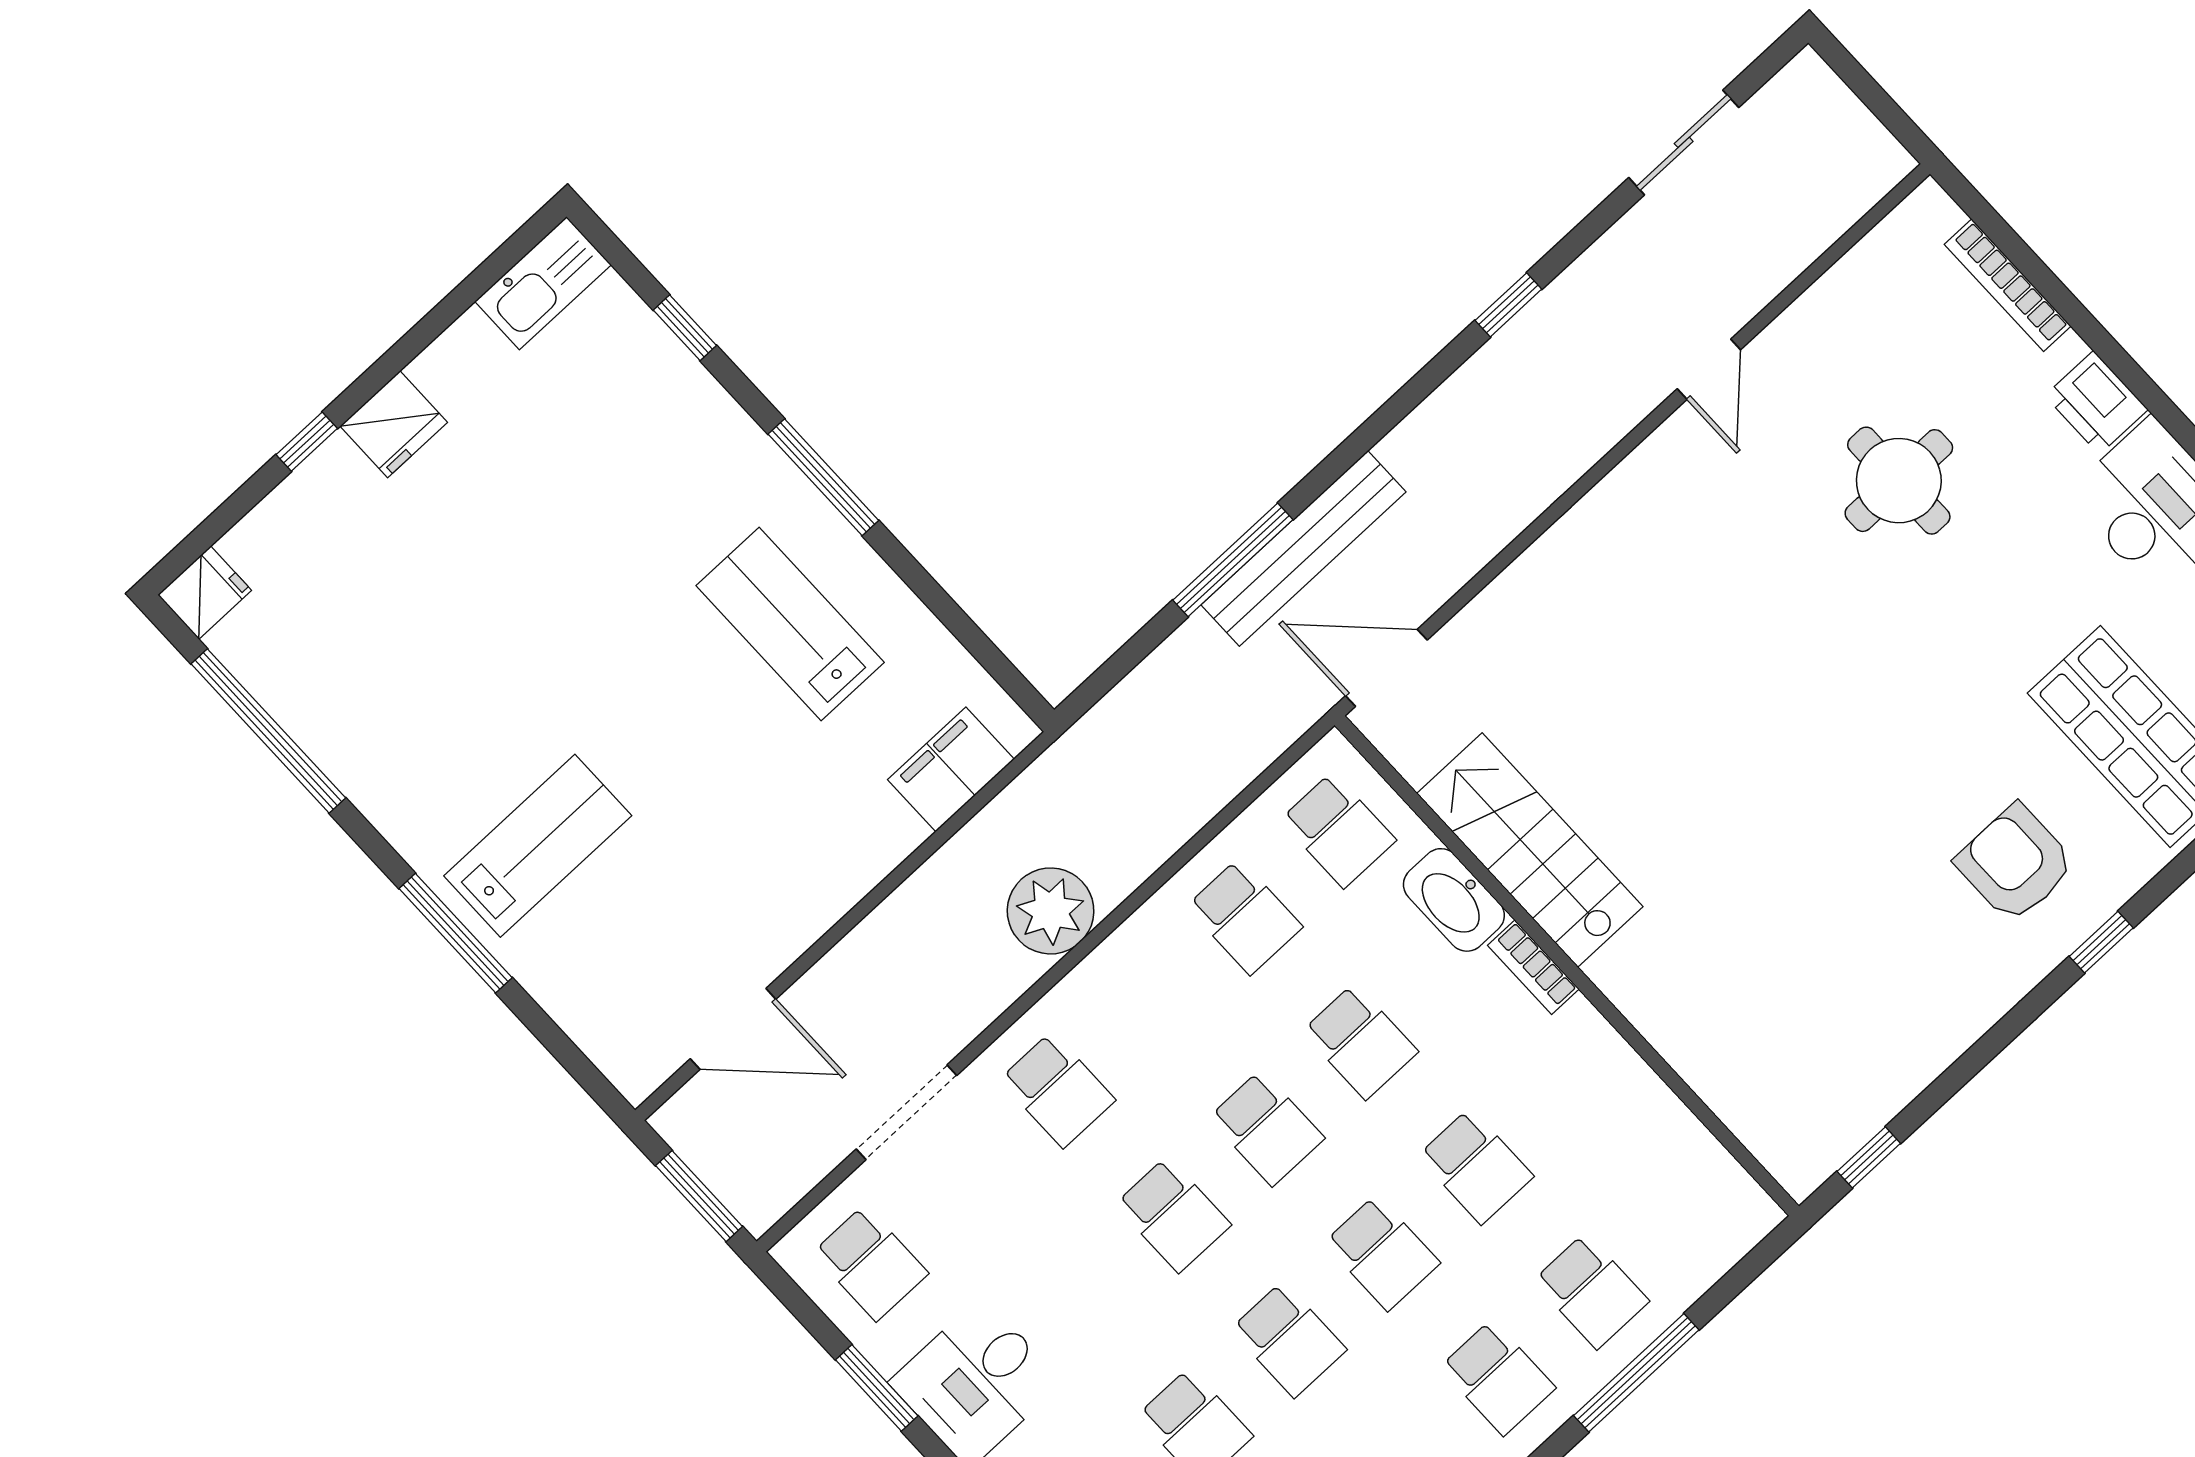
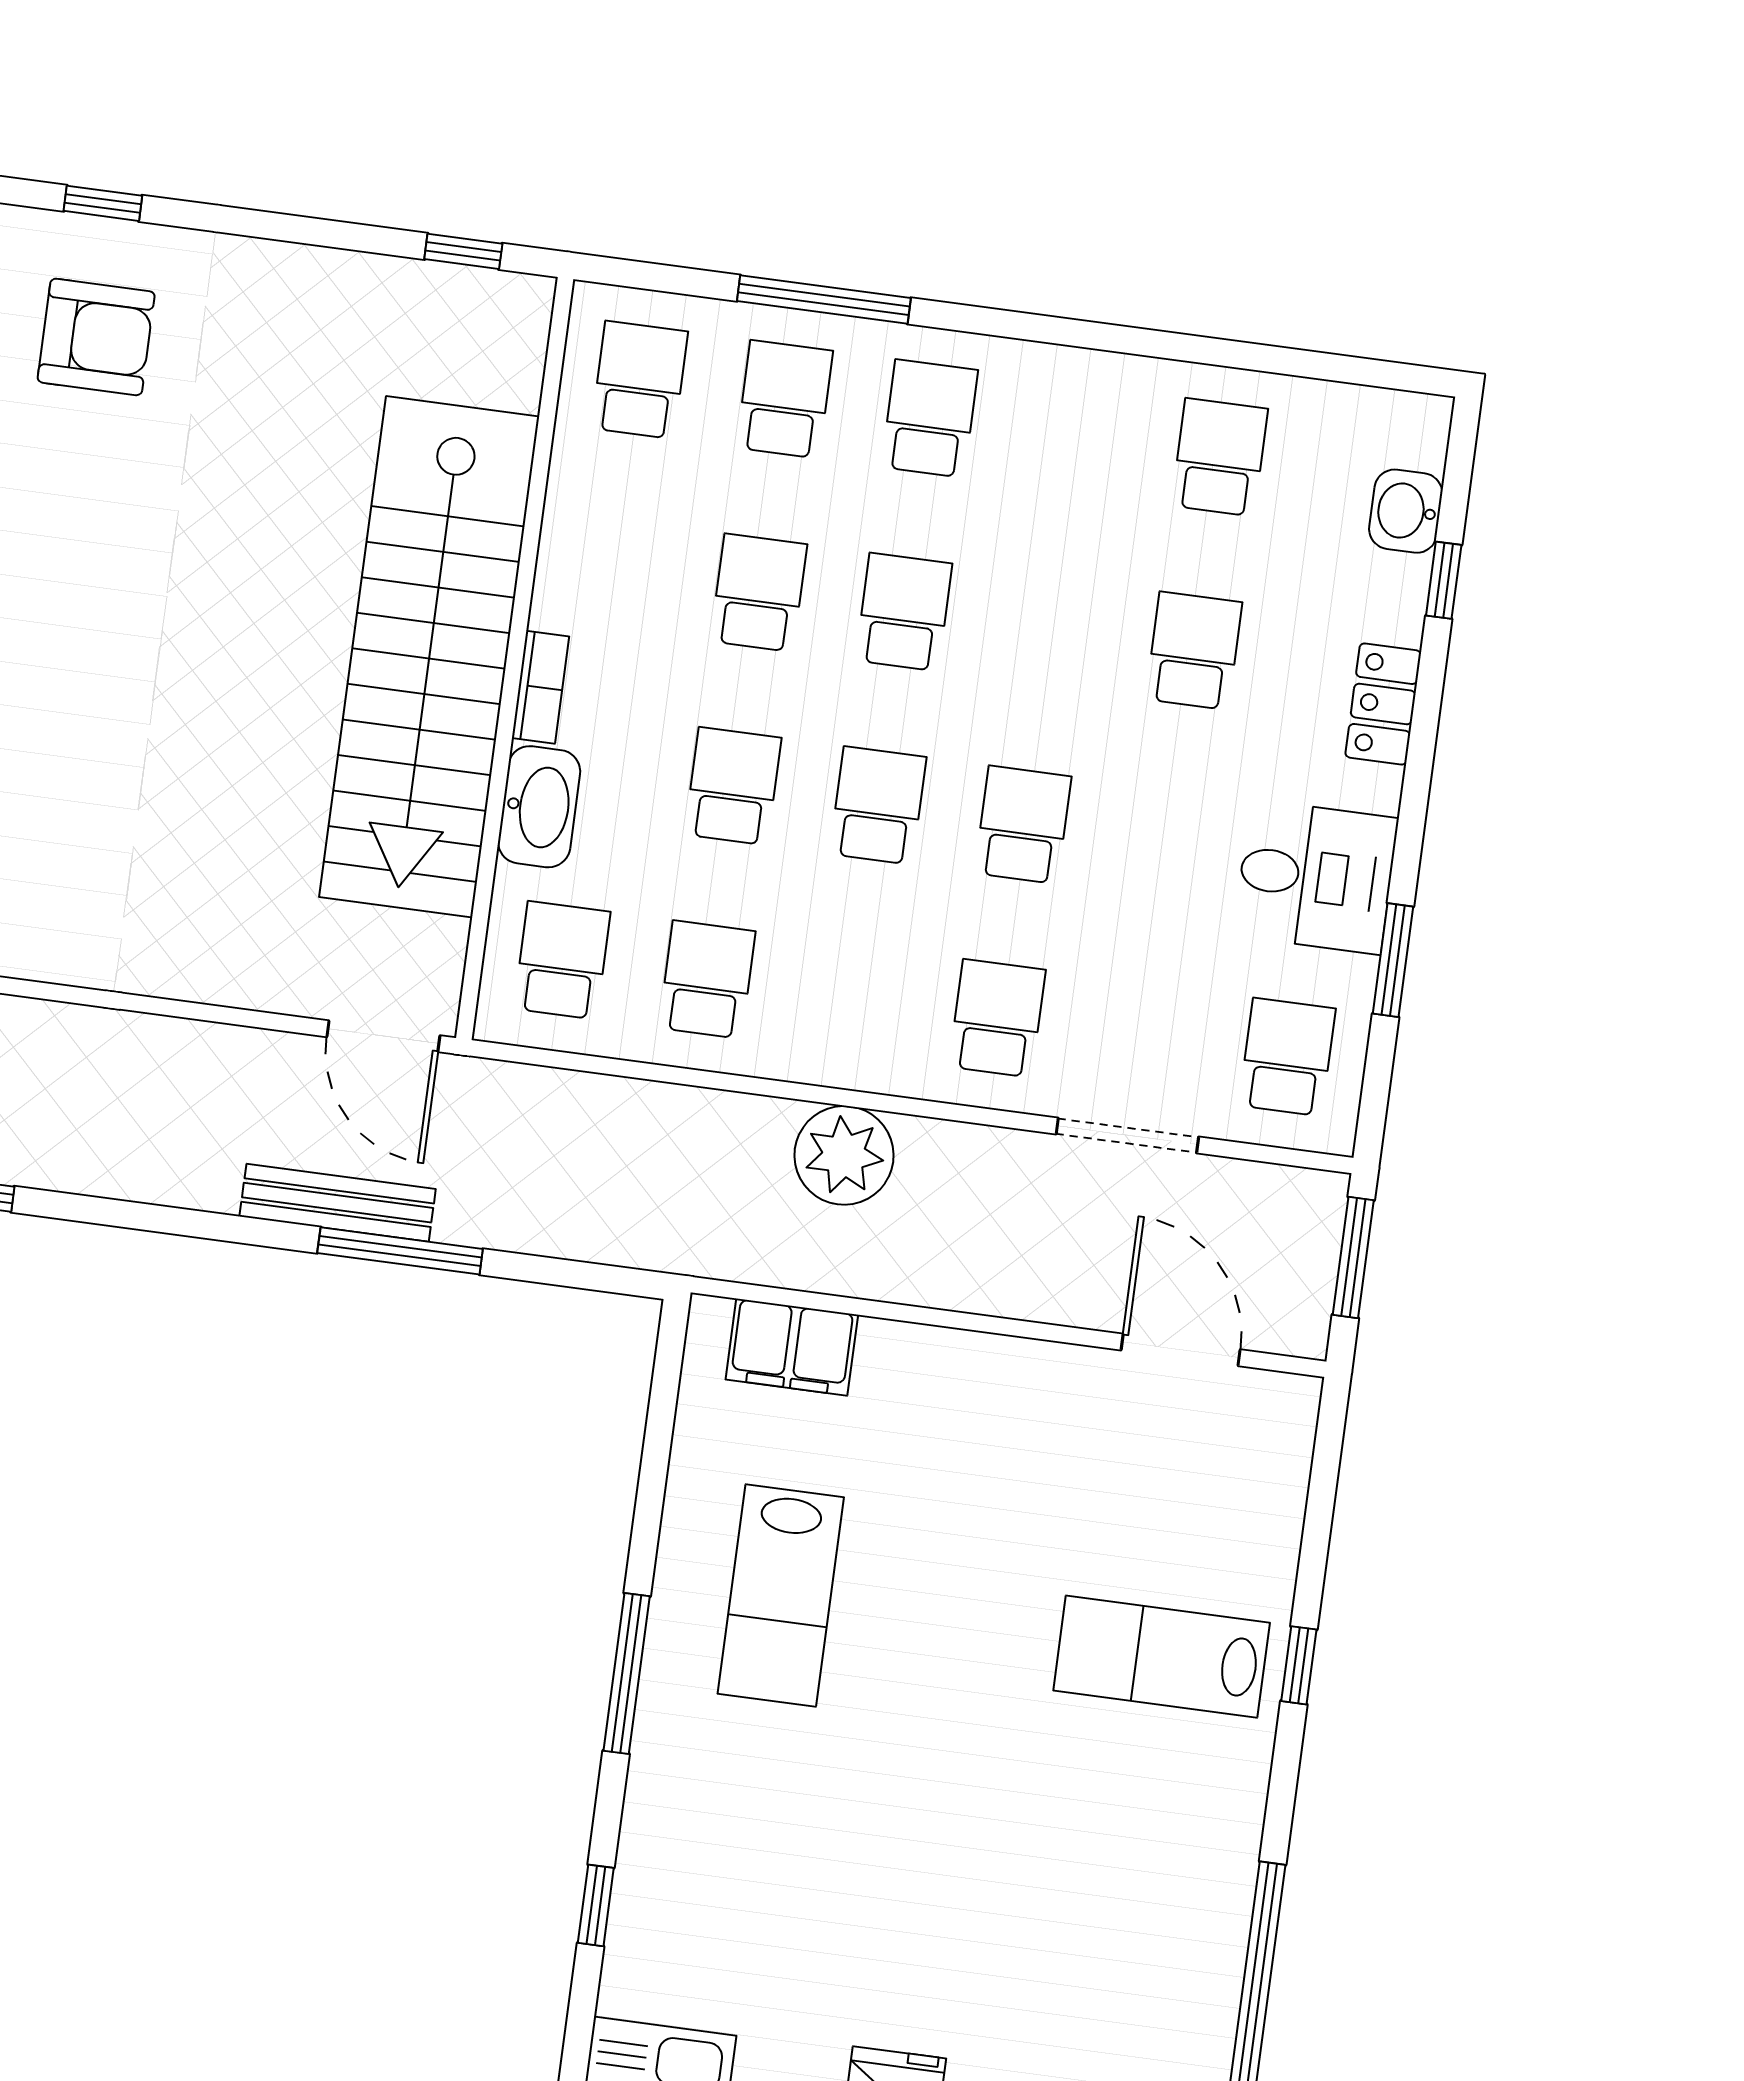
bench: (1303, 548) -> (338, 1203), width x0.73, depth x0.82
stairs: (1530, 850) -> (429, 657), width x1.86, depth x1.51
armchair: (2015, 863) -> (96, 337), turned -90
window: (456, 933) -> (1299, 1665), width x0.46
school desk: (1289, 1339) -> (640, 380), moved

